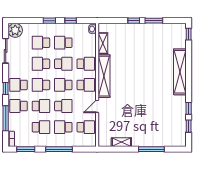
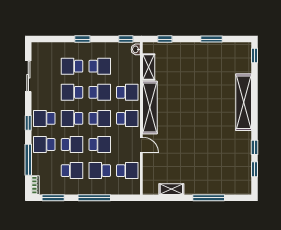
window: (71, 21) -> (126, 39), moved
window: (134, 21) -> (165, 39), moved
plant: (15, 30) -> (40, 51), removed
school desk: (63, 43) -> (100, 66), turned 180
school desk: (63, 85) -> (100, 118), turned 180
door: (97, 106) -> (141, 145), swing flipped

